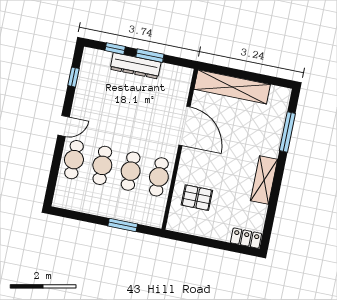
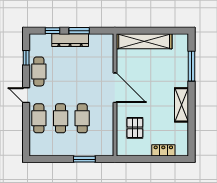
door: (64, 126) -> (26, 95), swing flipped
door: (184, 126) -> (115, 88), moved
cafe table: (159, 177) -> (39, 71), moved
pallet: (197, 198) -> (135, 128), turned 90
locker: (246, 238) -> (163, 150), moved

